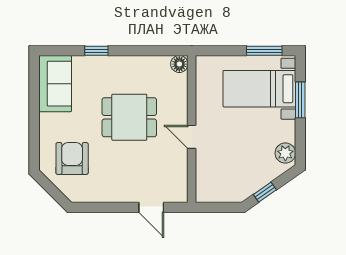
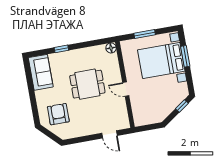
window: (264, 51) -> (145, 34), moved
bed with nightstands: (259, 89) -> (161, 60), width x1.36
plant: (285, 153) -> (182, 89), removed
window: (265, 192) -> (182, 106), moved

